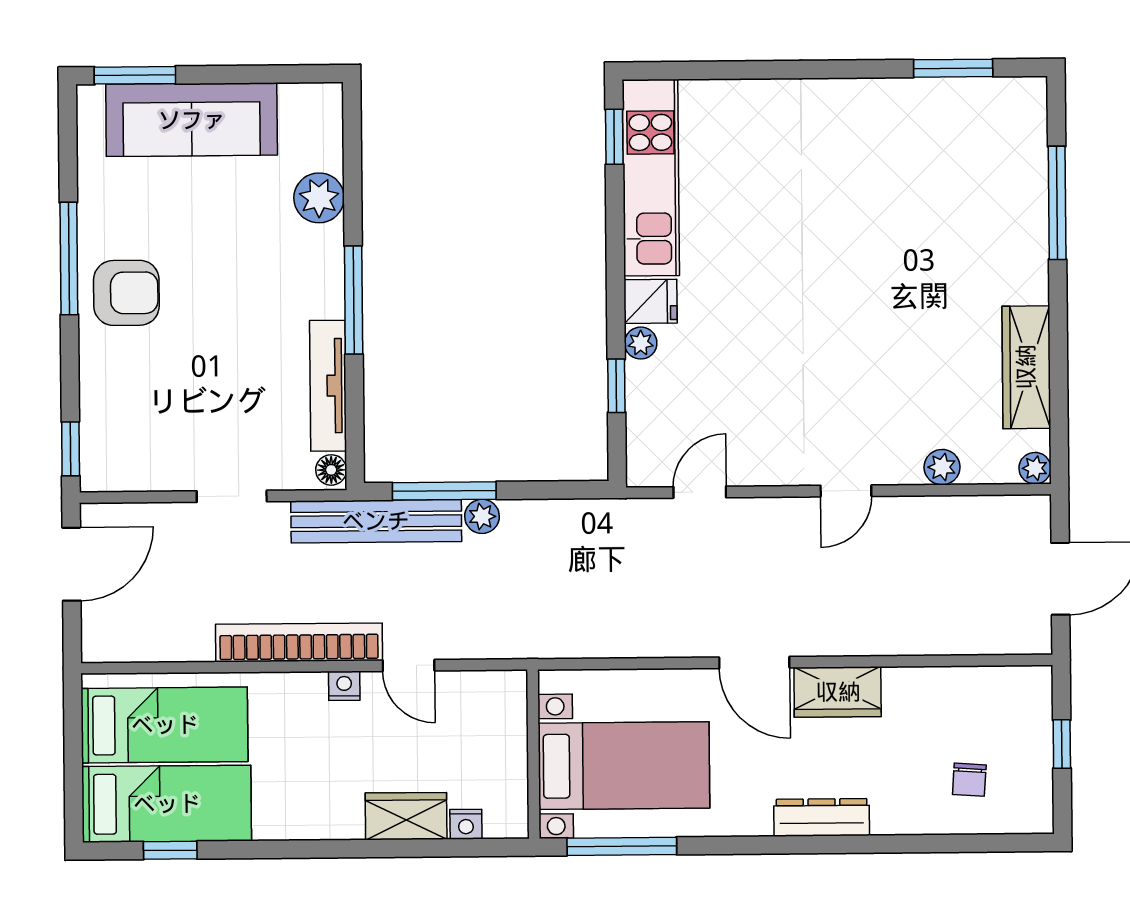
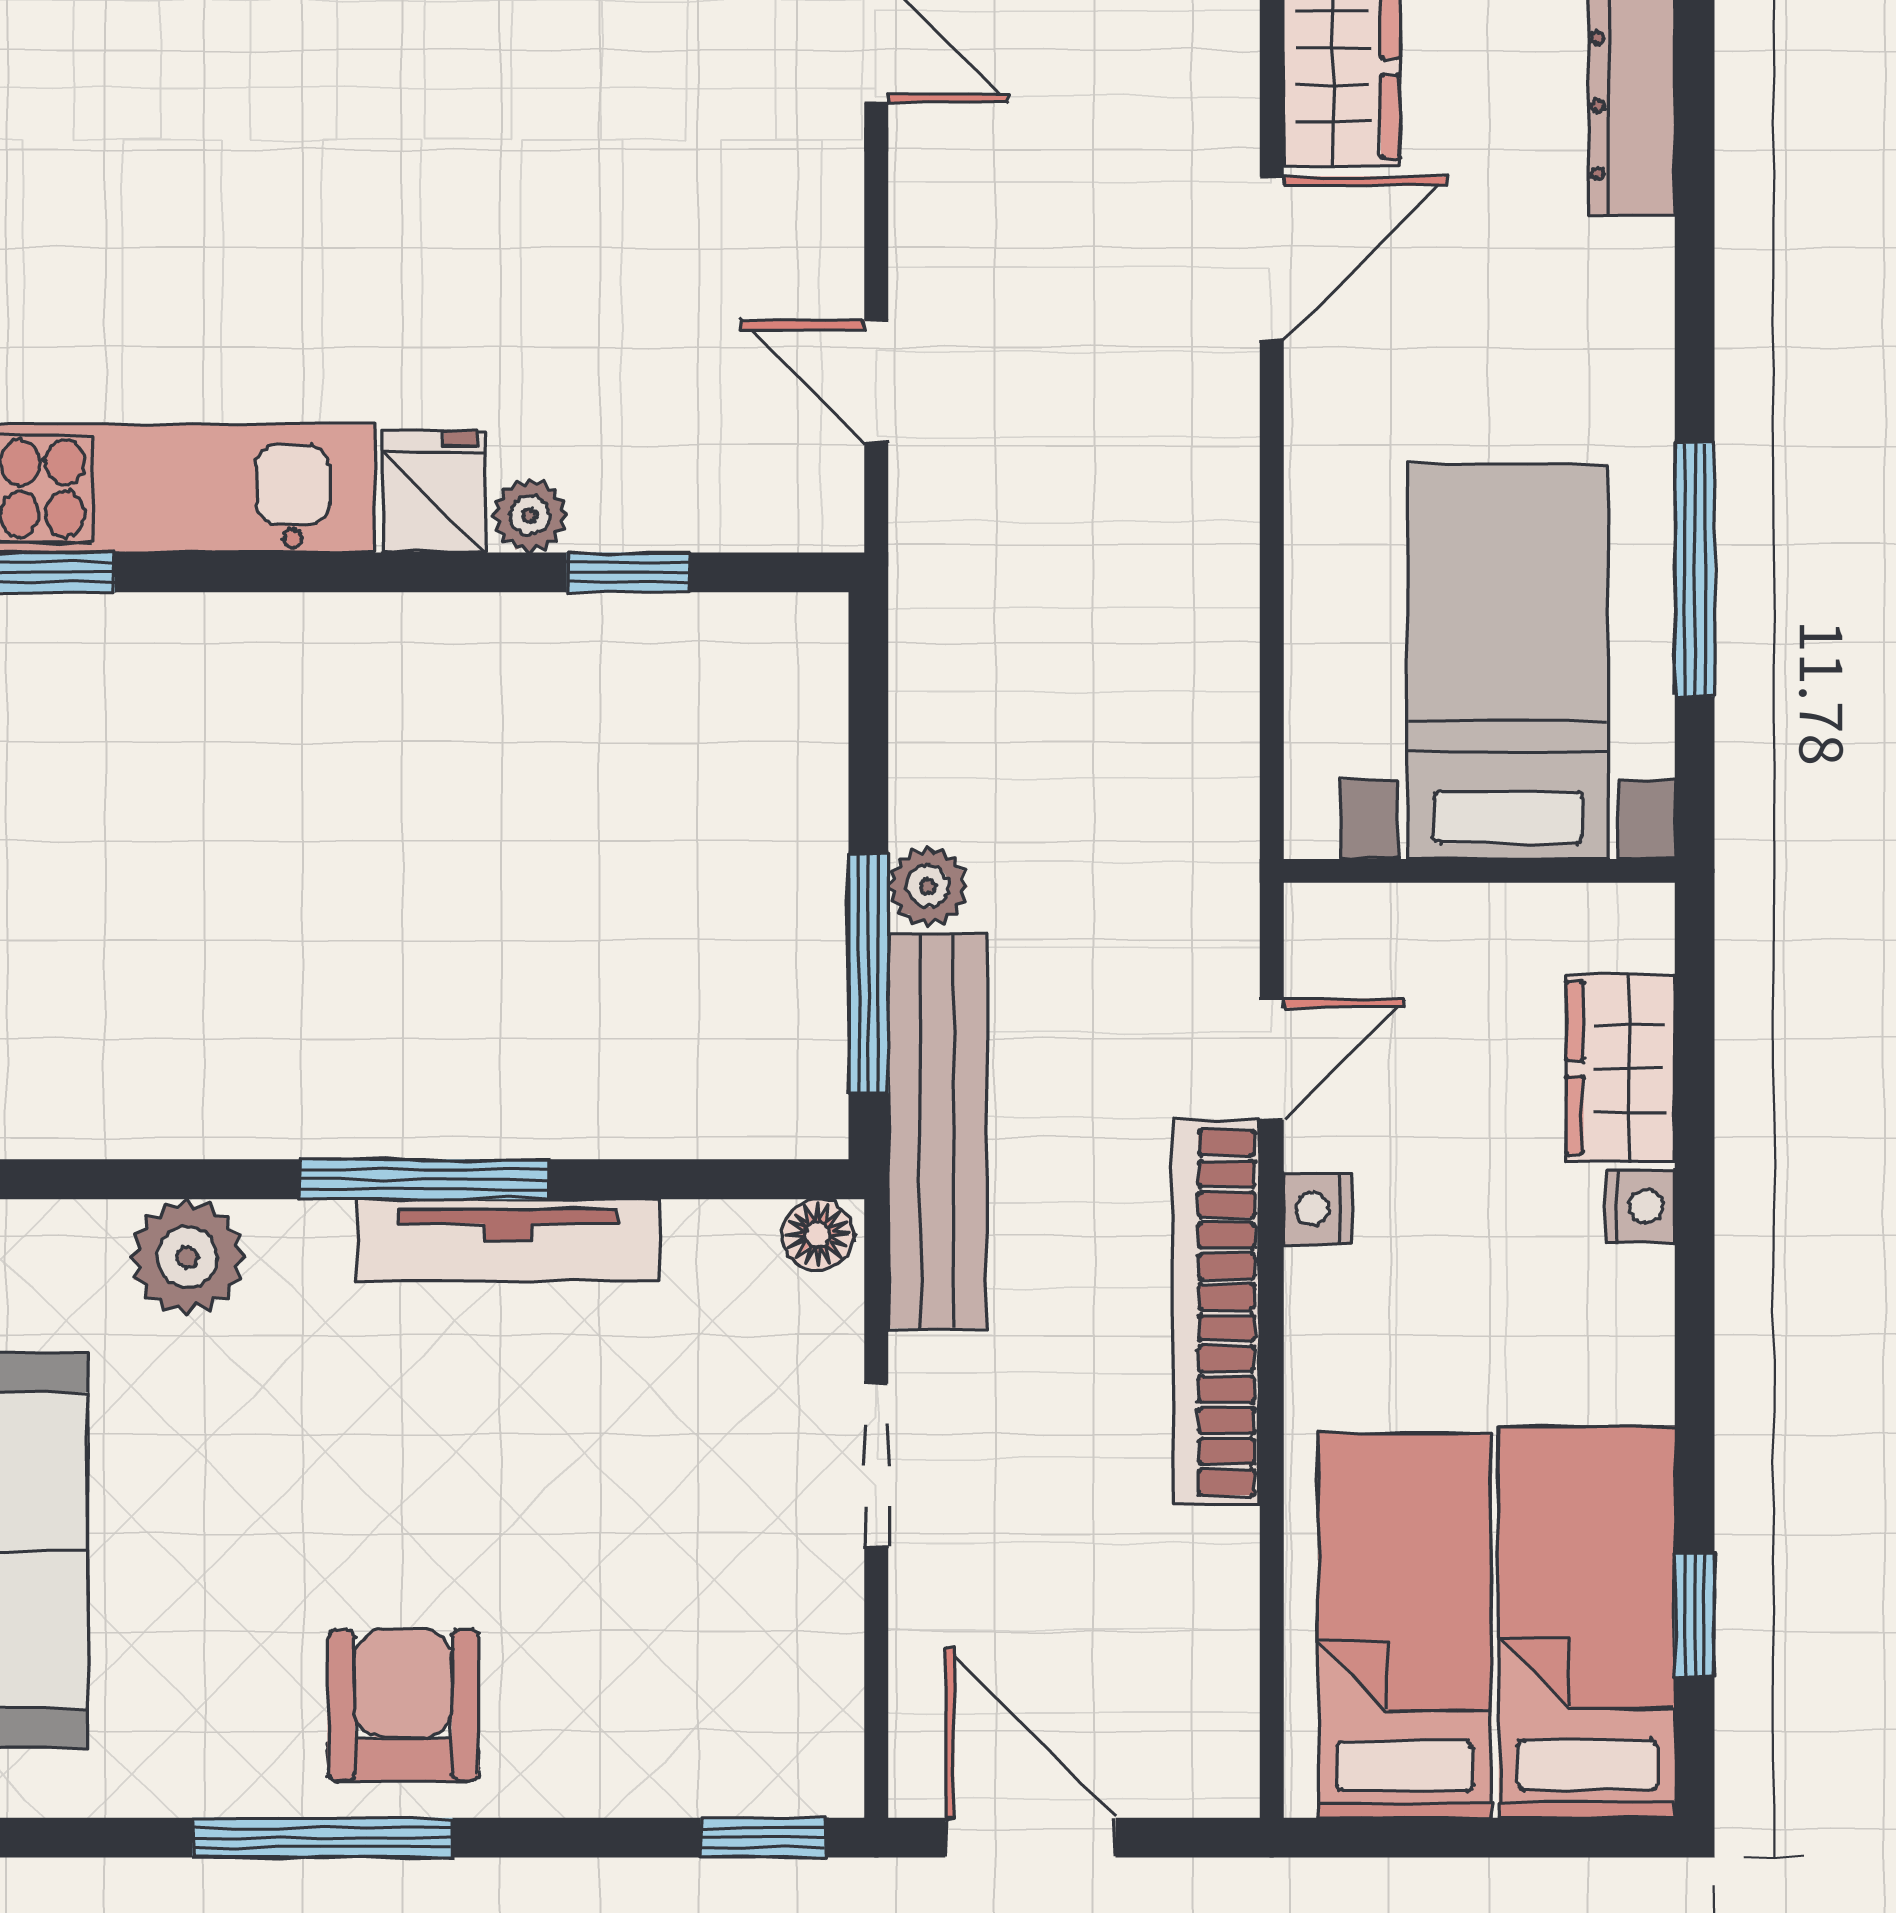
tv unit: (328, 386) -> (508, 1240), moved
wall: (533, 754) -> (1479, 871), moved
bed with nightstands: (624, 766) -> (1508, 661), moved
nightstand: (466, 824) -> (1640, 1206), moved

